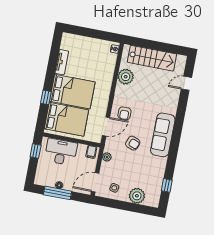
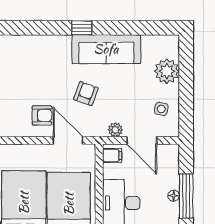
sofa: (163, 135) -> (106, 49), moved
door: (95, 182) -> (142, 140), moved
window: (167, 185) -> (82, 28), moved

